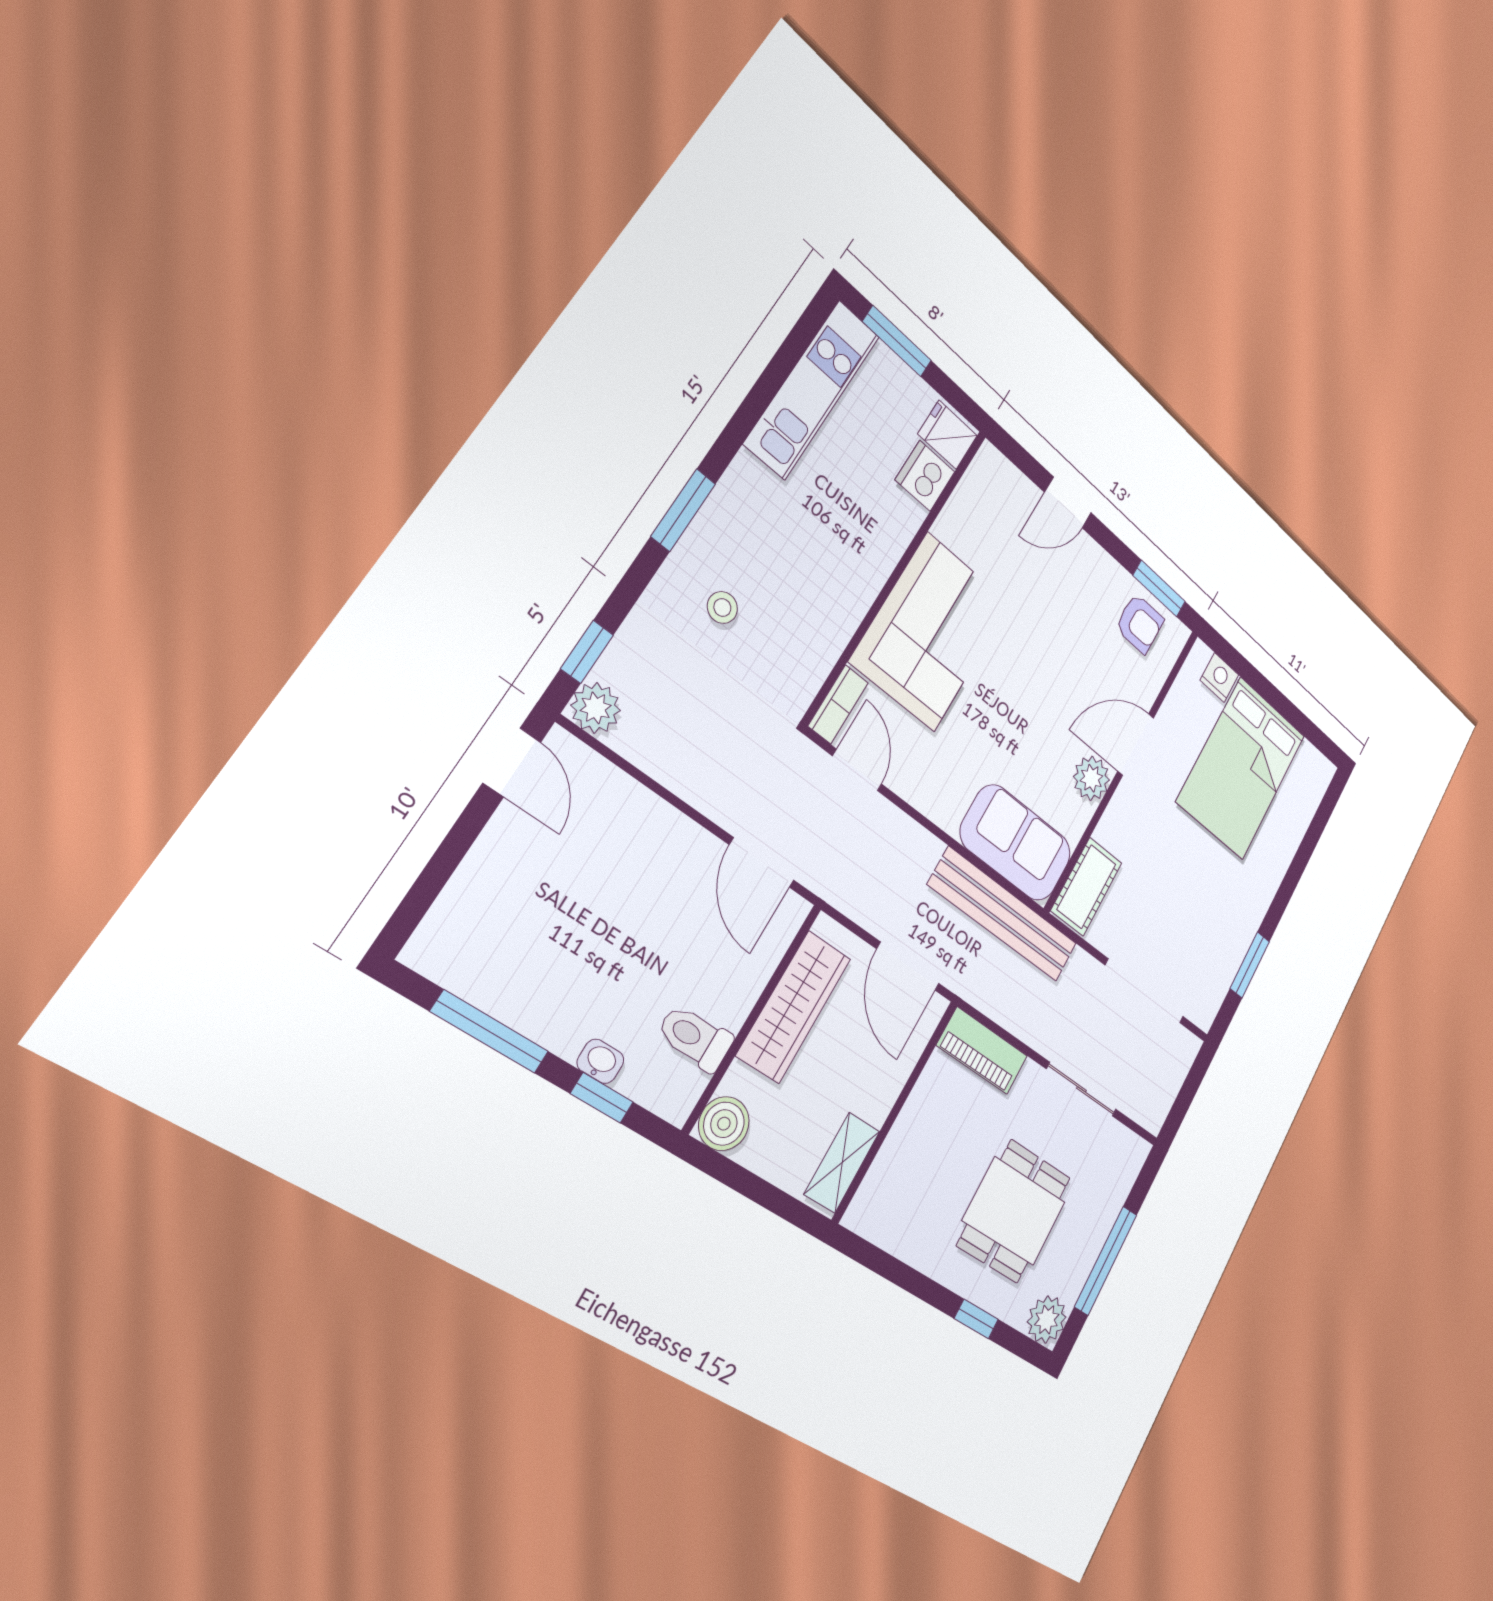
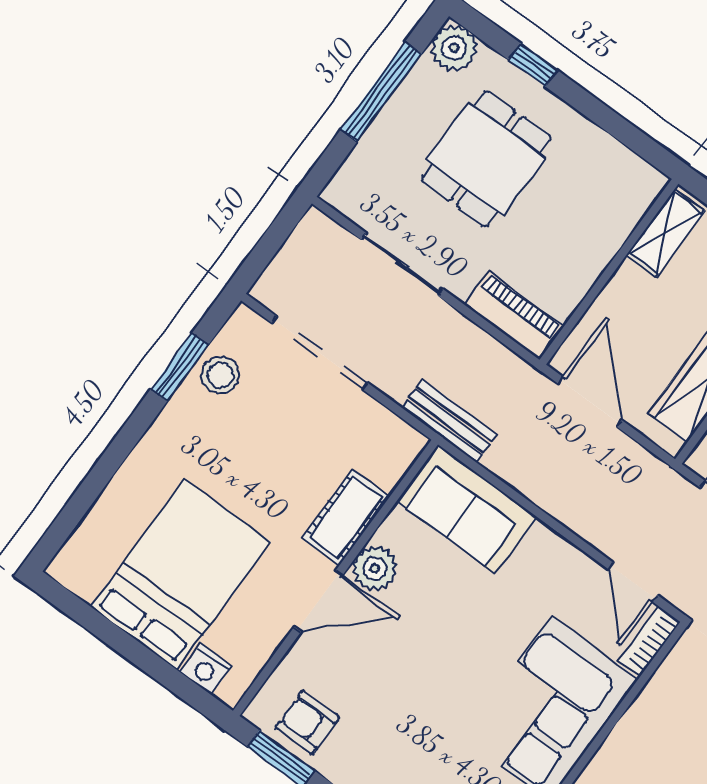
cot: (1086, 887) -> (346, 518), moved
bench: (1003, 915) -> (449, 421), width x0.54, depth x0.82
stool: (1220, 961) -> (220, 375), added

